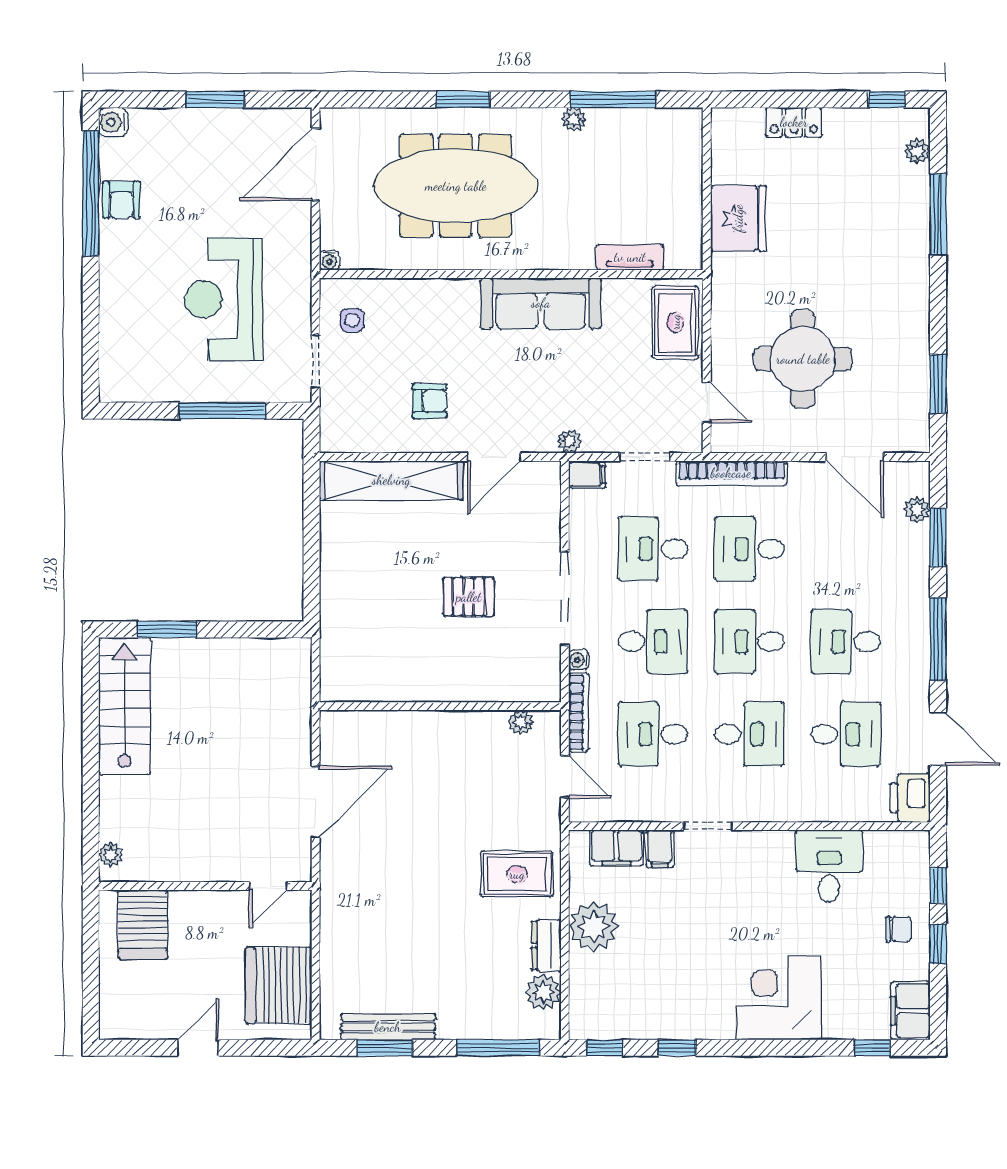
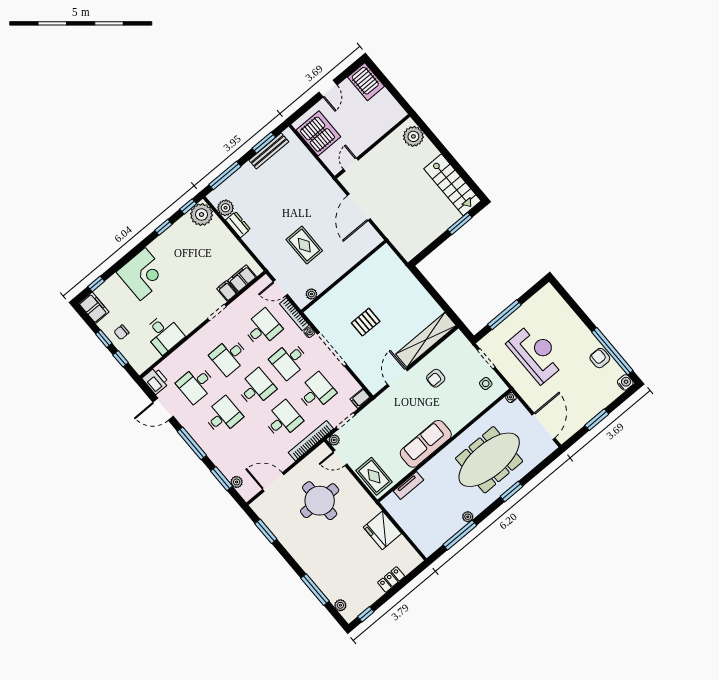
plant: (569, 441) -> (334, 440), moved
plant: (111, 855) -> (413, 136), width x1.88, depth x1.88
rug: (517, 874) -> (304, 245), moved, turned 90
server rack: (143, 925) -> (366, 82), moved, turned 180
plant: (594, 927) -> (202, 215), moved

